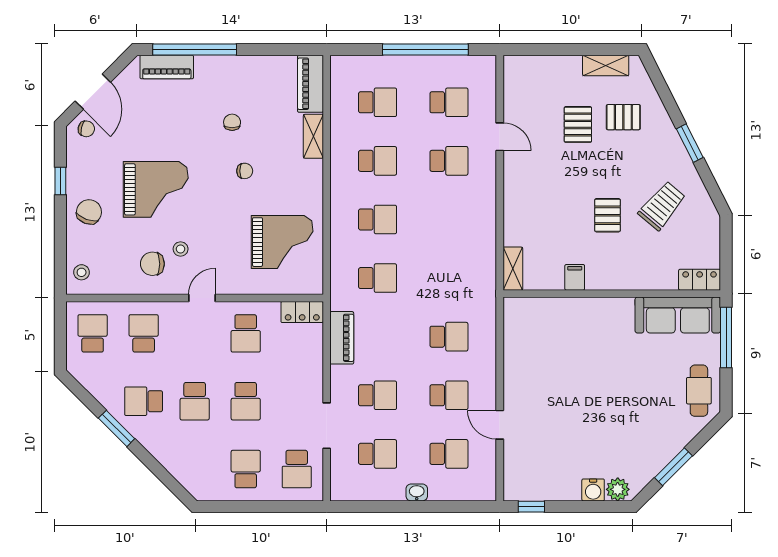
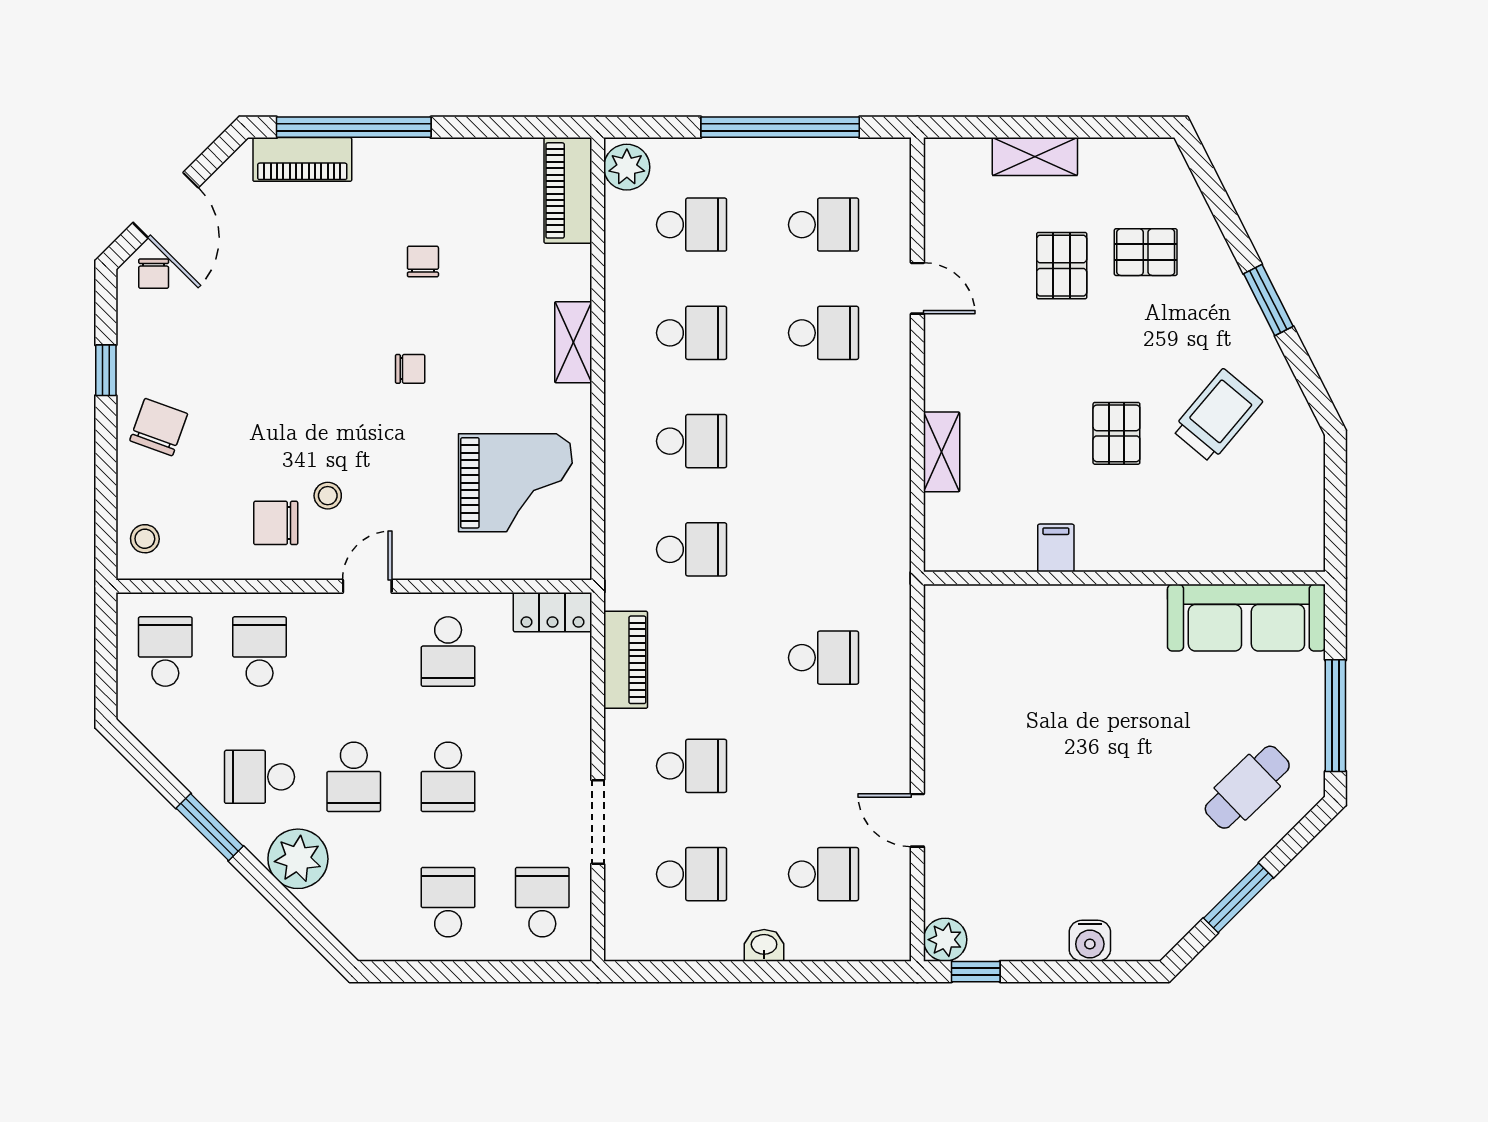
shelving: (606, 65) -> (1035, 157), moved
plant: (342, 71) -> (627, 167), added
chair: (86, 129) -> (154, 274), turned 77
shelving: (313, 136) -> (573, 342), moved
chair: (245, 171) -> (410, 369), moved
grand piano: (156, 189) -> (282, 386), removed
shelving: (513, 269) -> (942, 452), moved
locker: (700, 280) -> (1287, 552), removed
window: (726, 337) -> (1335, 716), moved
cafe table: (699, 391) -> (1247, 787), moved, turned 46
school desk: (449, 395) -> (823, 766), removed
plant: (164, 446) -> (298, 859), added
school desk: (297, 469) -> (542, 902), turned 180
plant: (618, 489) -> (945, 940), moved

